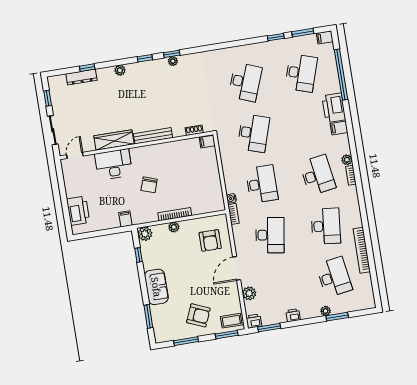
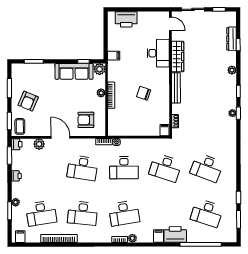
filing cabinet: (325, 37) -> (20, 237), moved
chair: (149, 185) -> (144, 93), moved
sofa: (156, 287) -> (74, 71), moved, width x1.36

